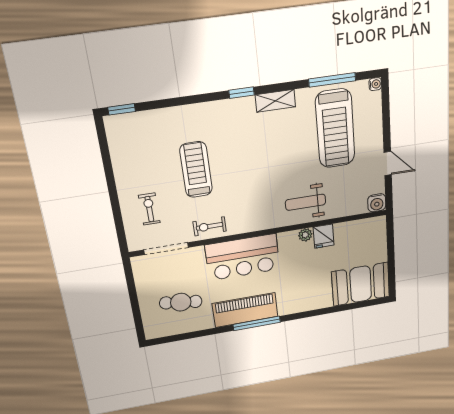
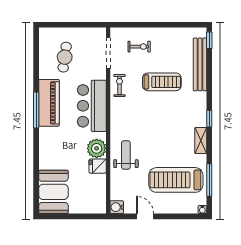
bench: (161, 118) -> (200, 64), added
door: (388, 163) -> (145, 216), swing flipped
plant: (305, 235) -> (97, 148), width x1.87, depth x1.87

